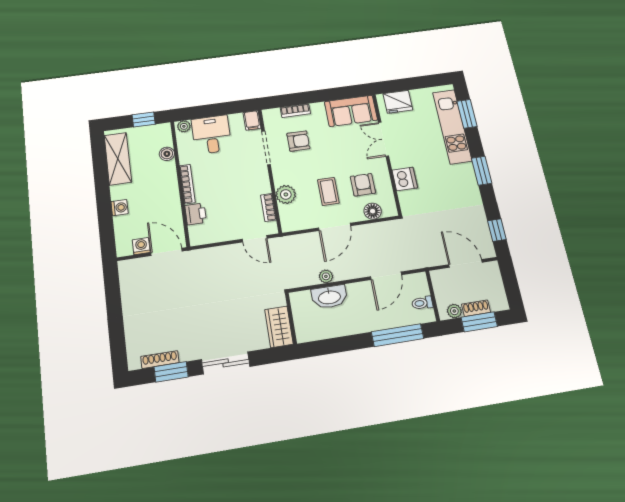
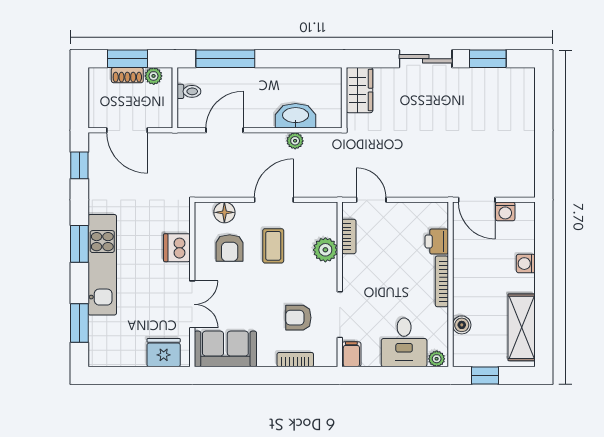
kitchen unit: (452, 126) -> (102, 265), moved
shoe rack: (160, 360) -> (499, 74), removed

